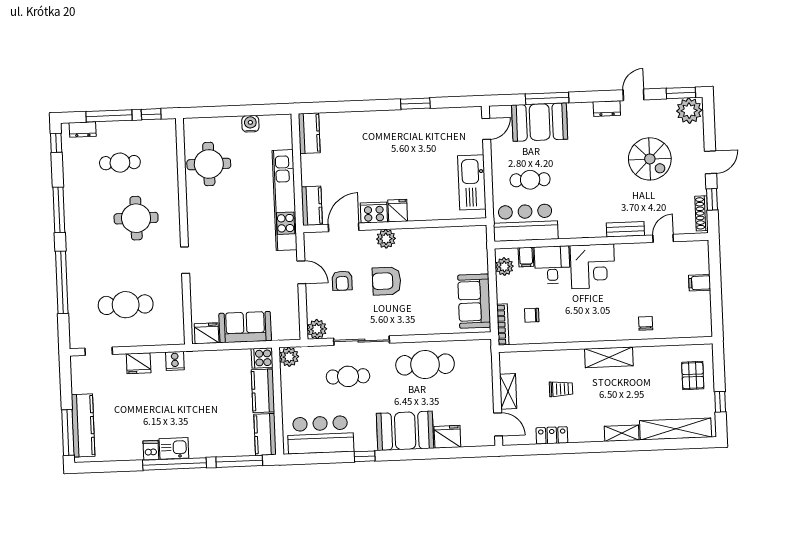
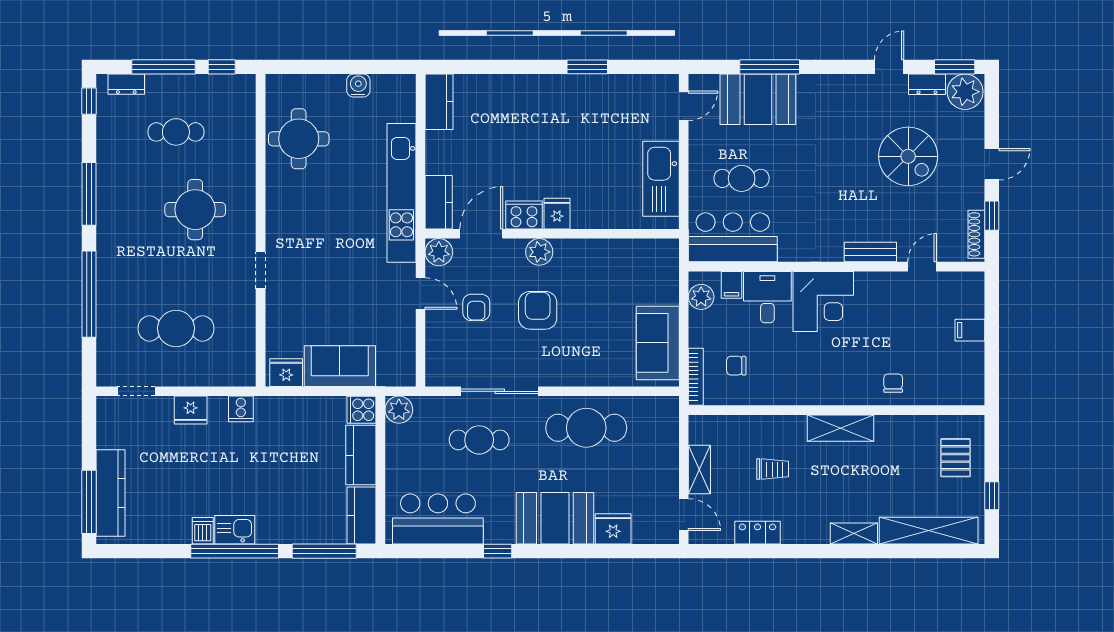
dresser: (607, 109) -> (927, 84), moved
armchair: (387, 281) -> (538, 310), turned 90
plant: (317, 329) -> (439, 252), moved

